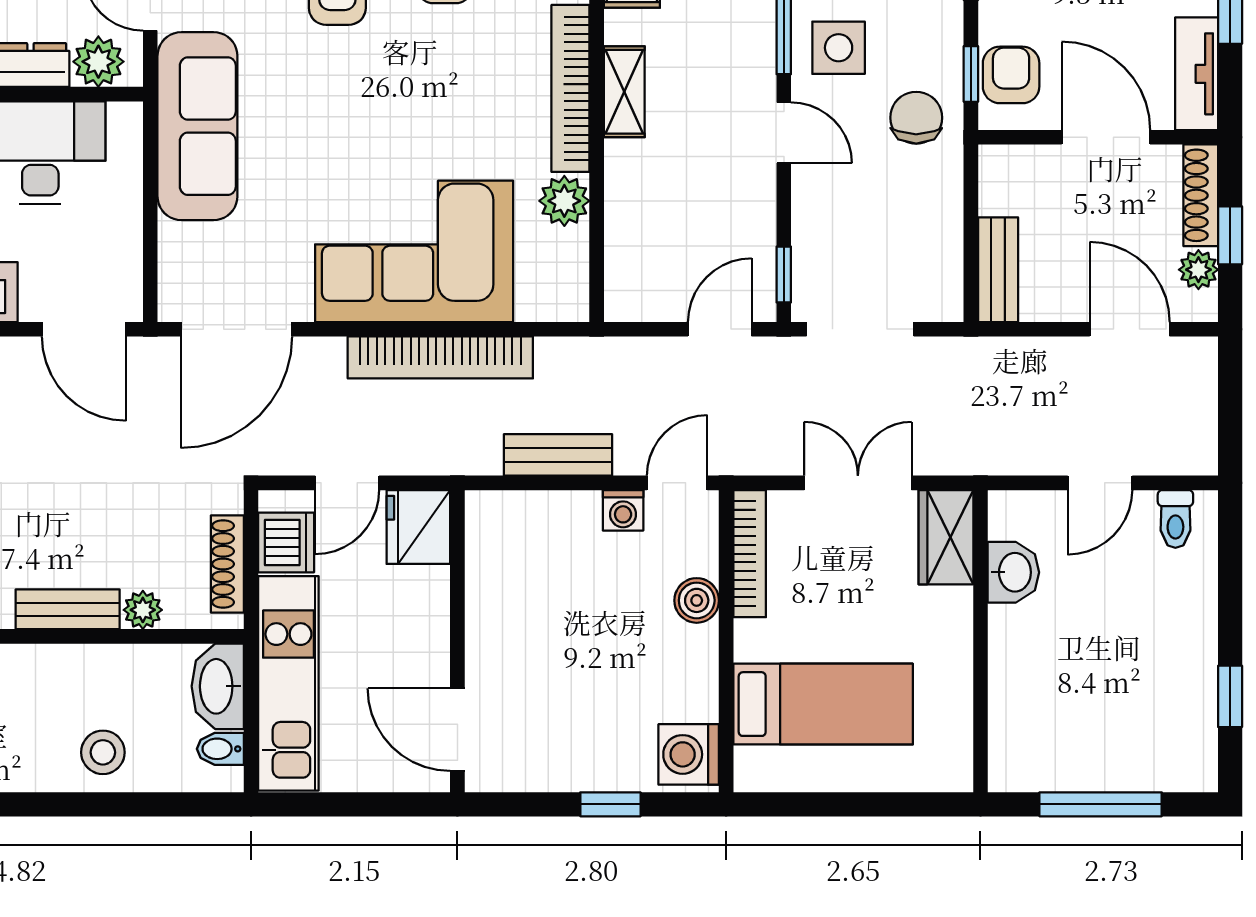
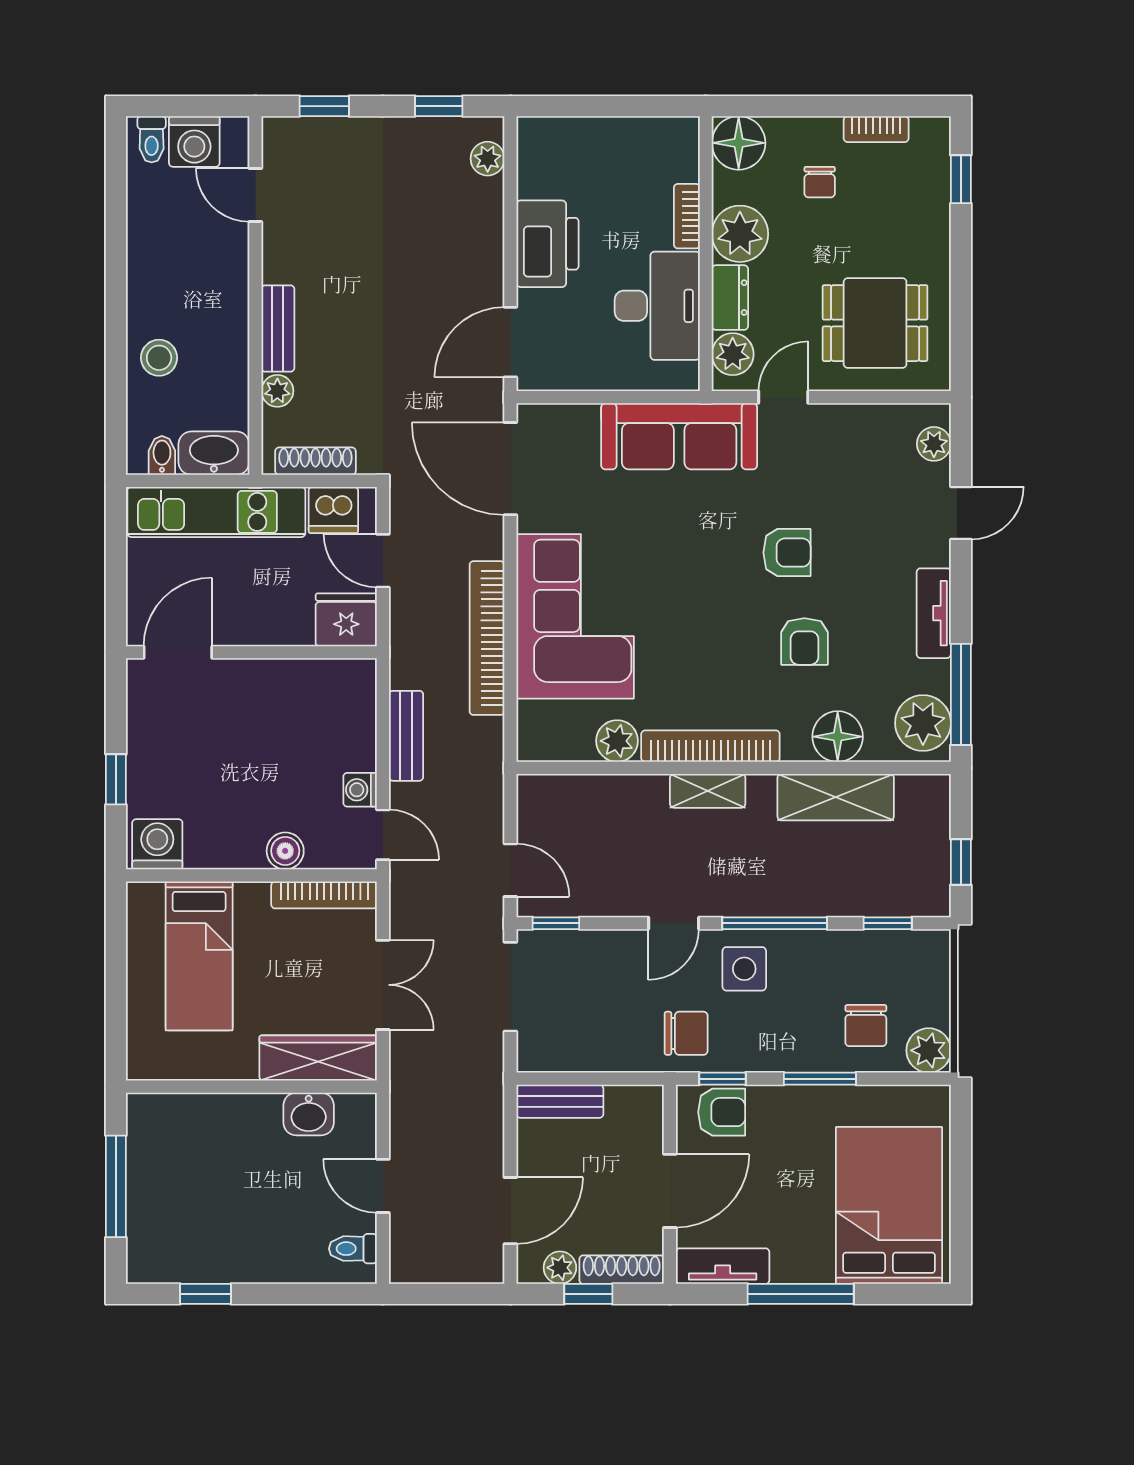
wardrobe: (946, 537) -> (318, 1058), width x1.50

